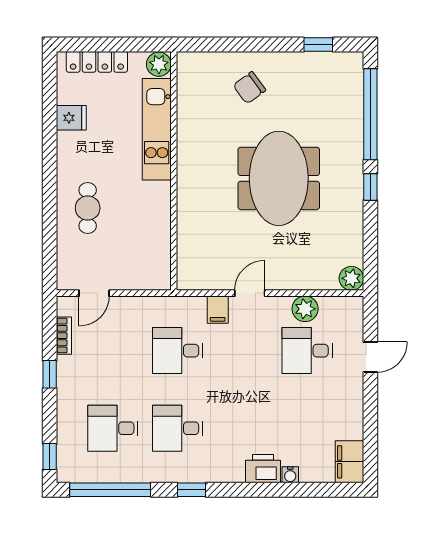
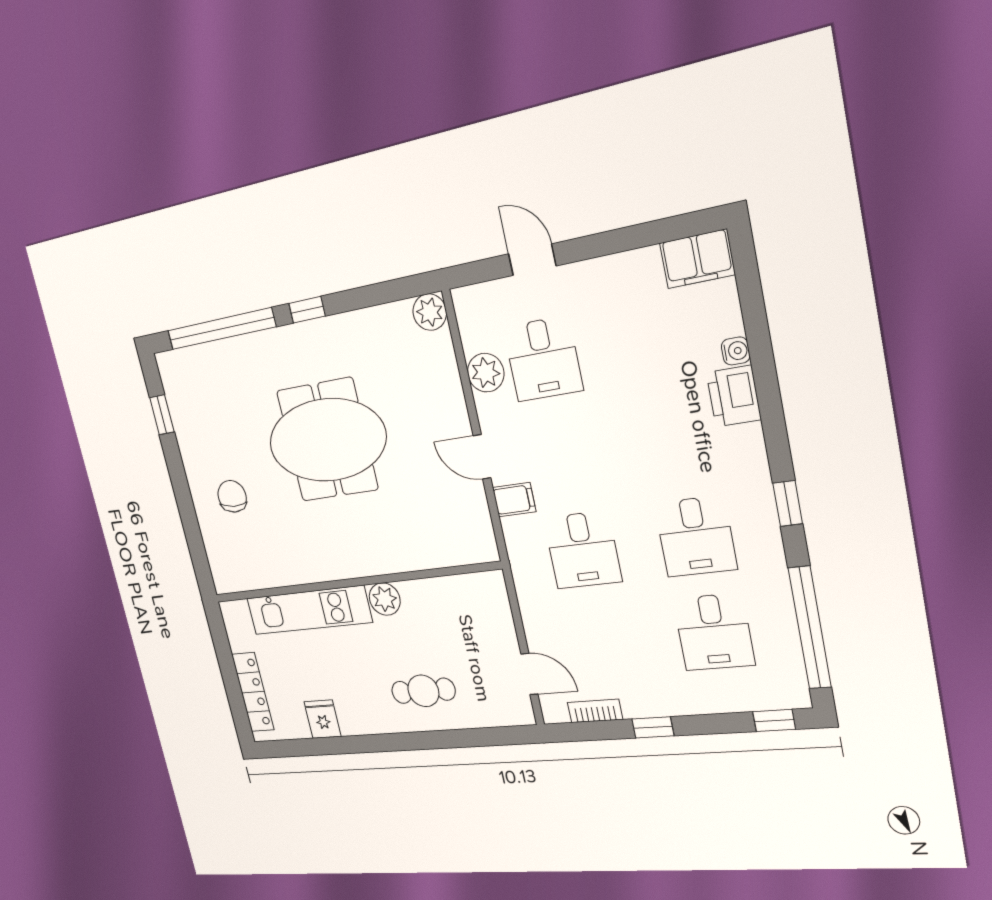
plant: (159, 64) -> (385, 599), moved
chair: (249, 88) -> (232, 496), turned -140

